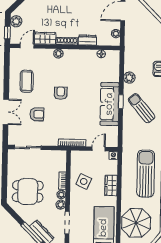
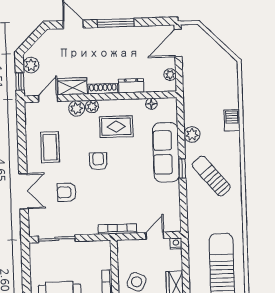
plant: (47, 54) -> (77, 108), added
rug: (75, 69) -> (116, 127), added
sofa: (110, 104) -> (166, 152), moved
armchair: (37, 114) -> (67, 192), turned 180

